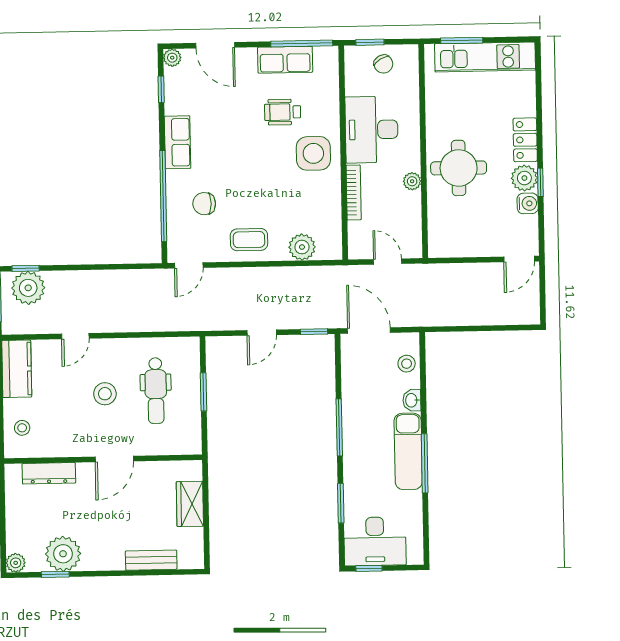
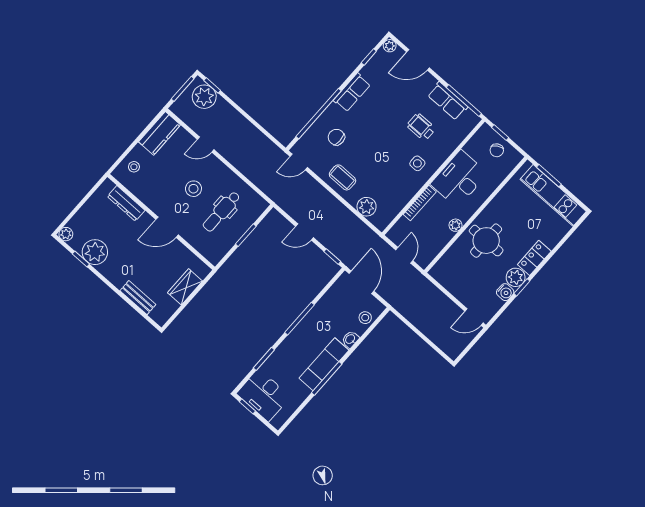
door: (215, 45) -> (418, 60), hinge flipped
side table: (313, 153) -> (417, 163), width x0.54, depth x0.54

